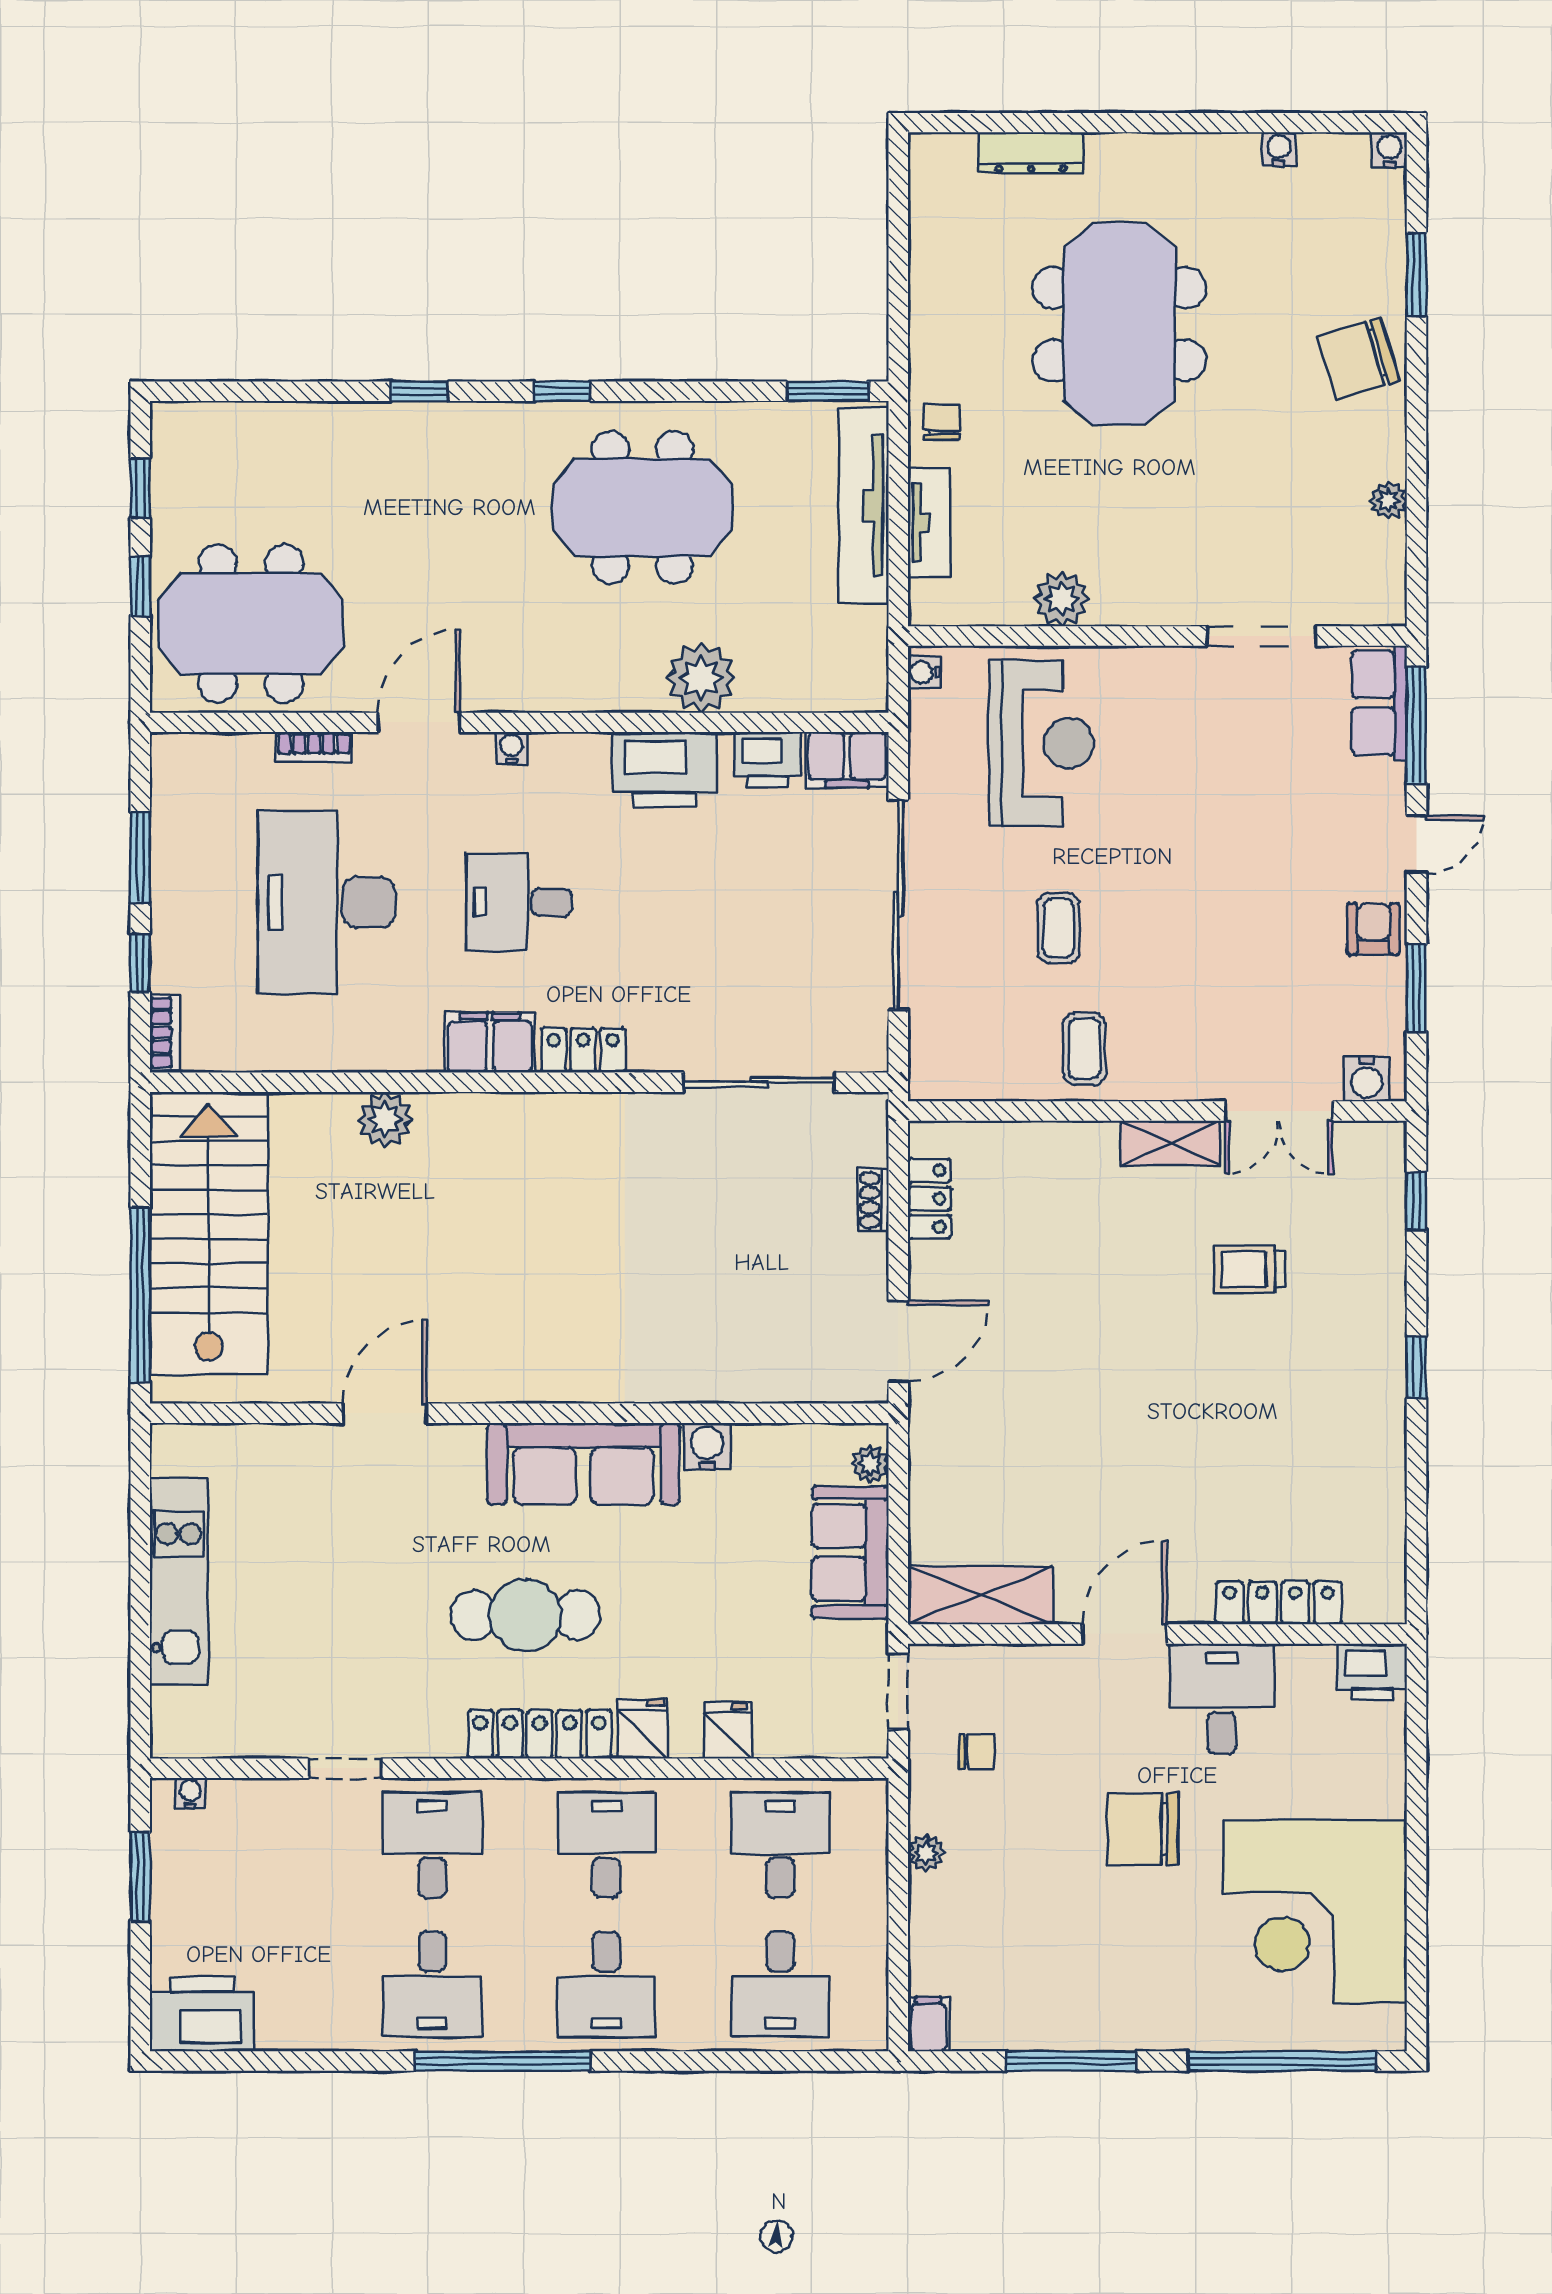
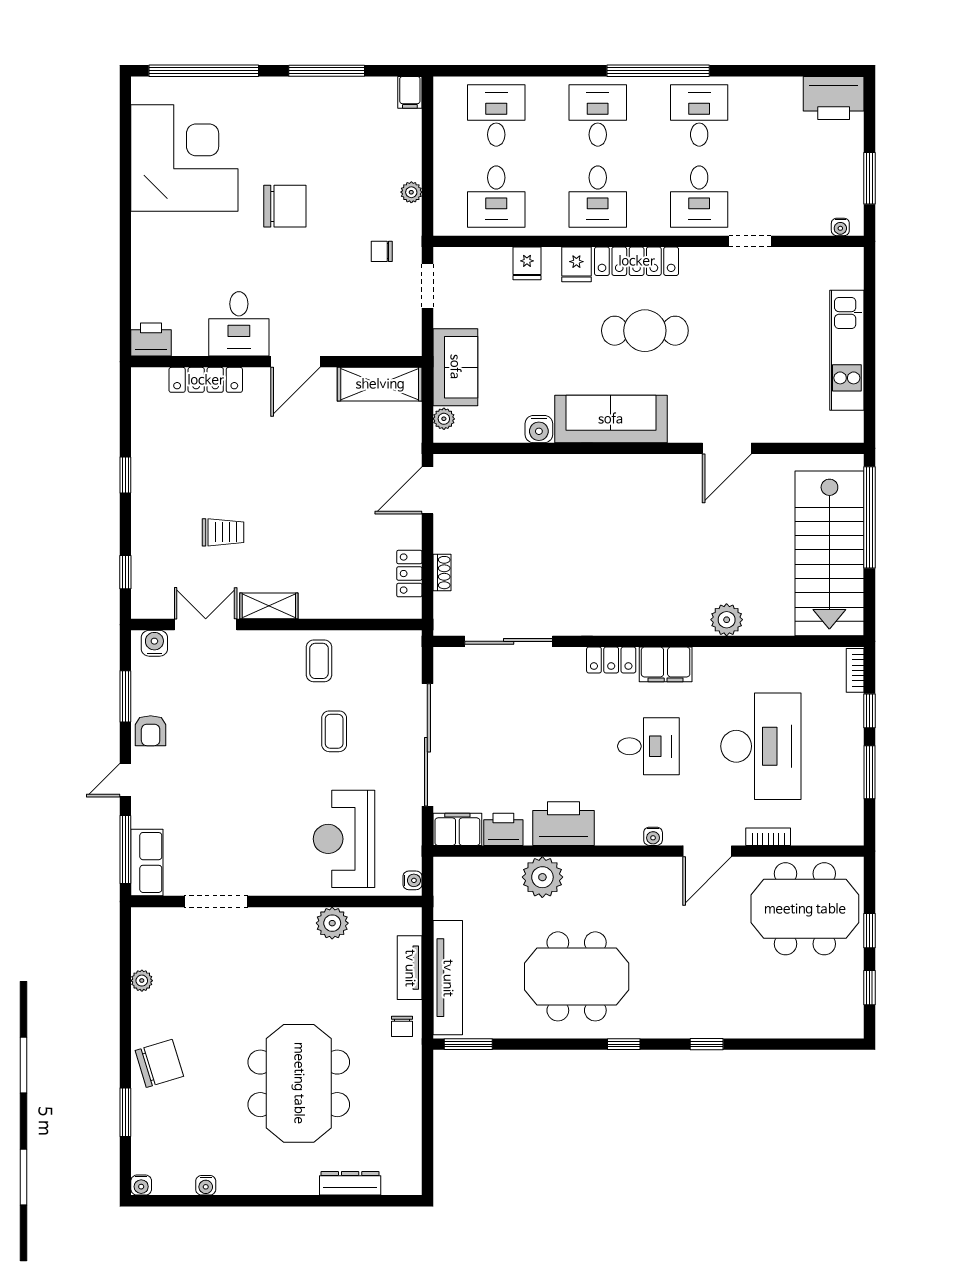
shelving: (980, 1595) -> (380, 384), moved
locker: (1279, 1603) -> (206, 380), moved
door: (1125, 1634) -> (296, 362), moved
wall: (1157, 1634) -> (276, 362), moved
printer: (1372, 1672) -> (151, 339), moved
desk: (1222, 1699) -> (239, 324), moved

